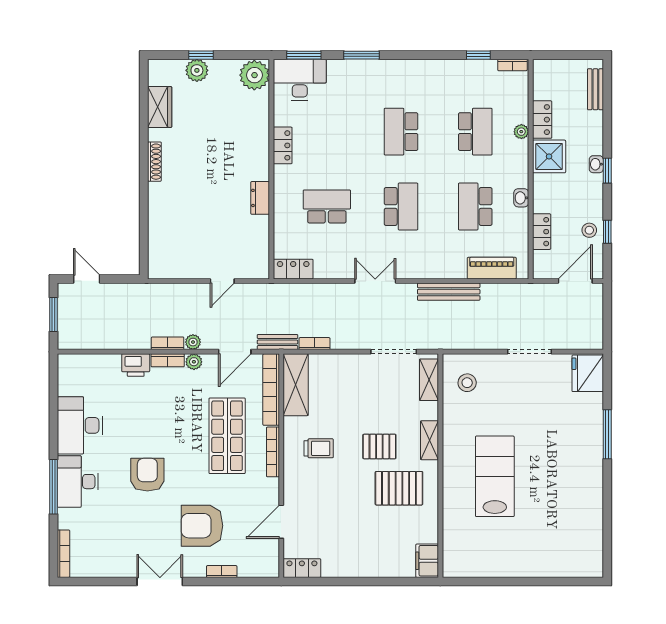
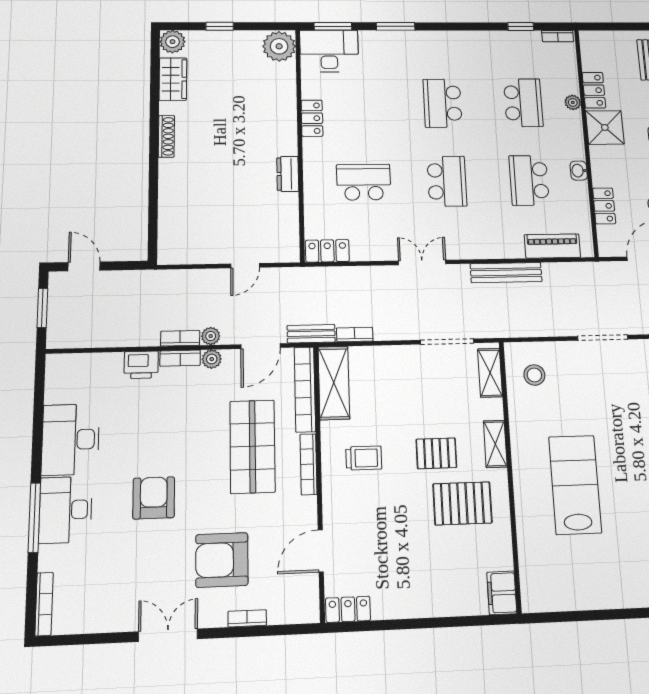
plant: (197, 70) -> (173, 42), moved

